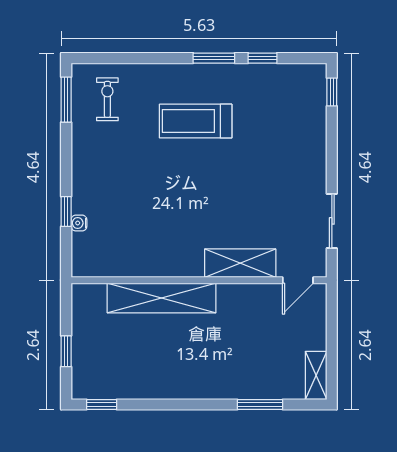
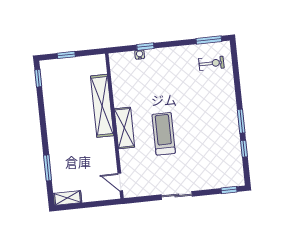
treadmill: (196, 121) -> (164, 134), moved
sliding door: (332, 221) -> (177, 195), moved
shelving: (240, 263) -> (124, 128), moved

